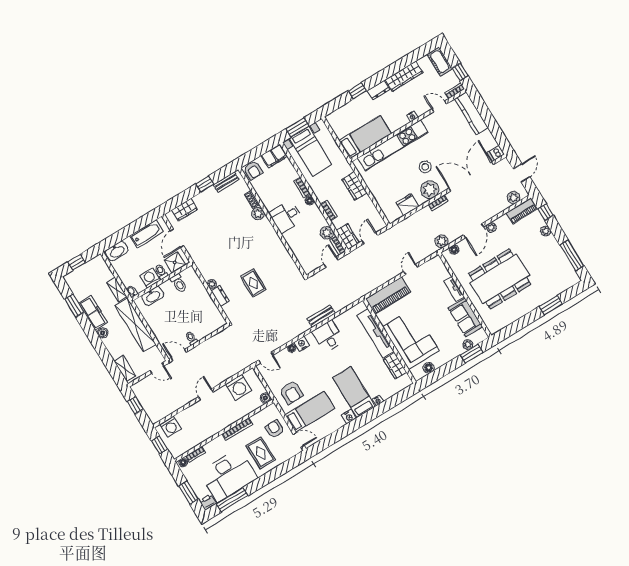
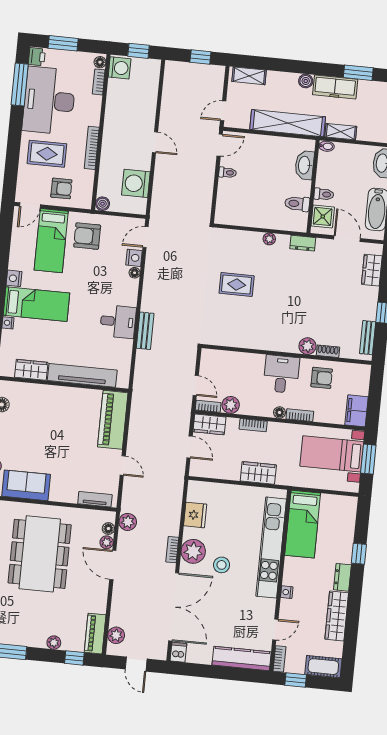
armchair: (253, 170) -> (322, 378), moved, turned 180
plant: (491, 227) -> (107, 542), moved
washing machine: (150, 278) -> (326, 177), removed
tv unit: (454, 289) -> (95, 499), moved
dresser: (220, 296) -> (303, 243), moved
corner sofa: (411, 339) -> (48, 409), removed
nightstand: (302, 344) -> (134, 258), moved
washing machine: (170, 427) -> (120, 68), moved, turned 180

